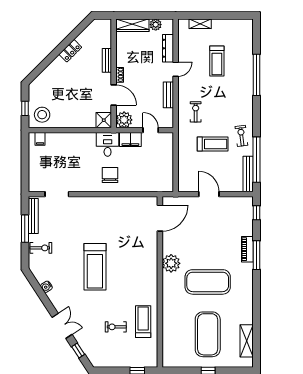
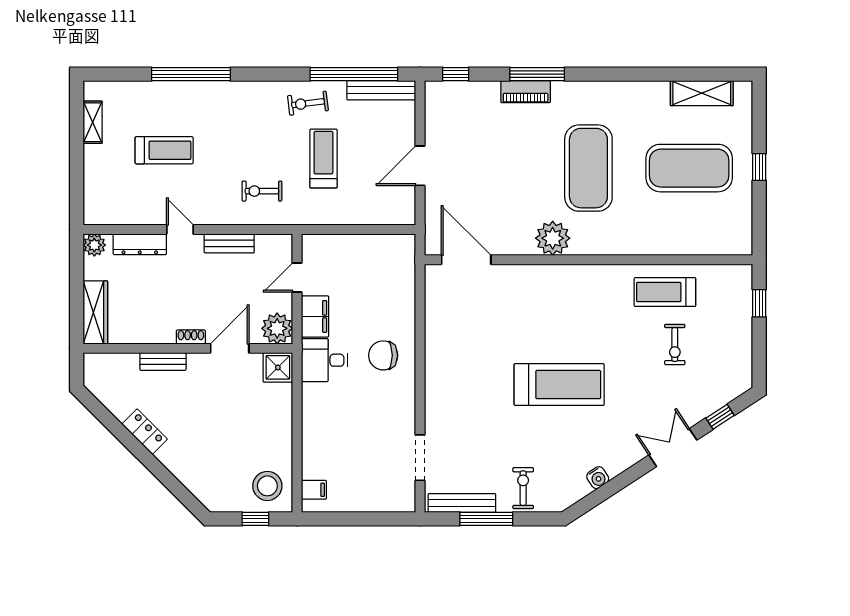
shelving: (200, 24) -> (93, 122), moved
plant: (156, 25) -> (94, 245), moved

